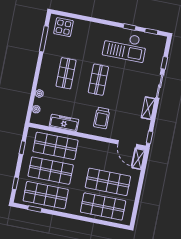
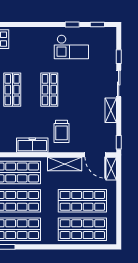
checkout: (125, 46) -> (71, 47), width x0.73, depth x0.83
freezer: (64, 123) -> (32, 145), moved
shelving: (99, 147) -> (65, 164), added

